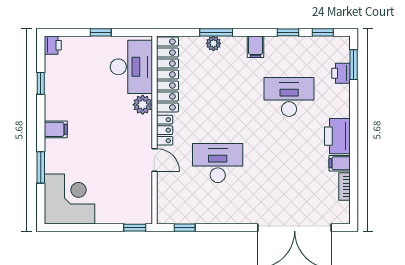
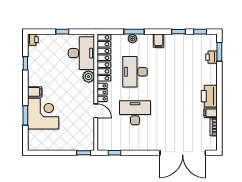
desk: (289, 97) -> (135, 72), moved, turned -90
corner desk: (69, 199) -> (43, 114), moved

